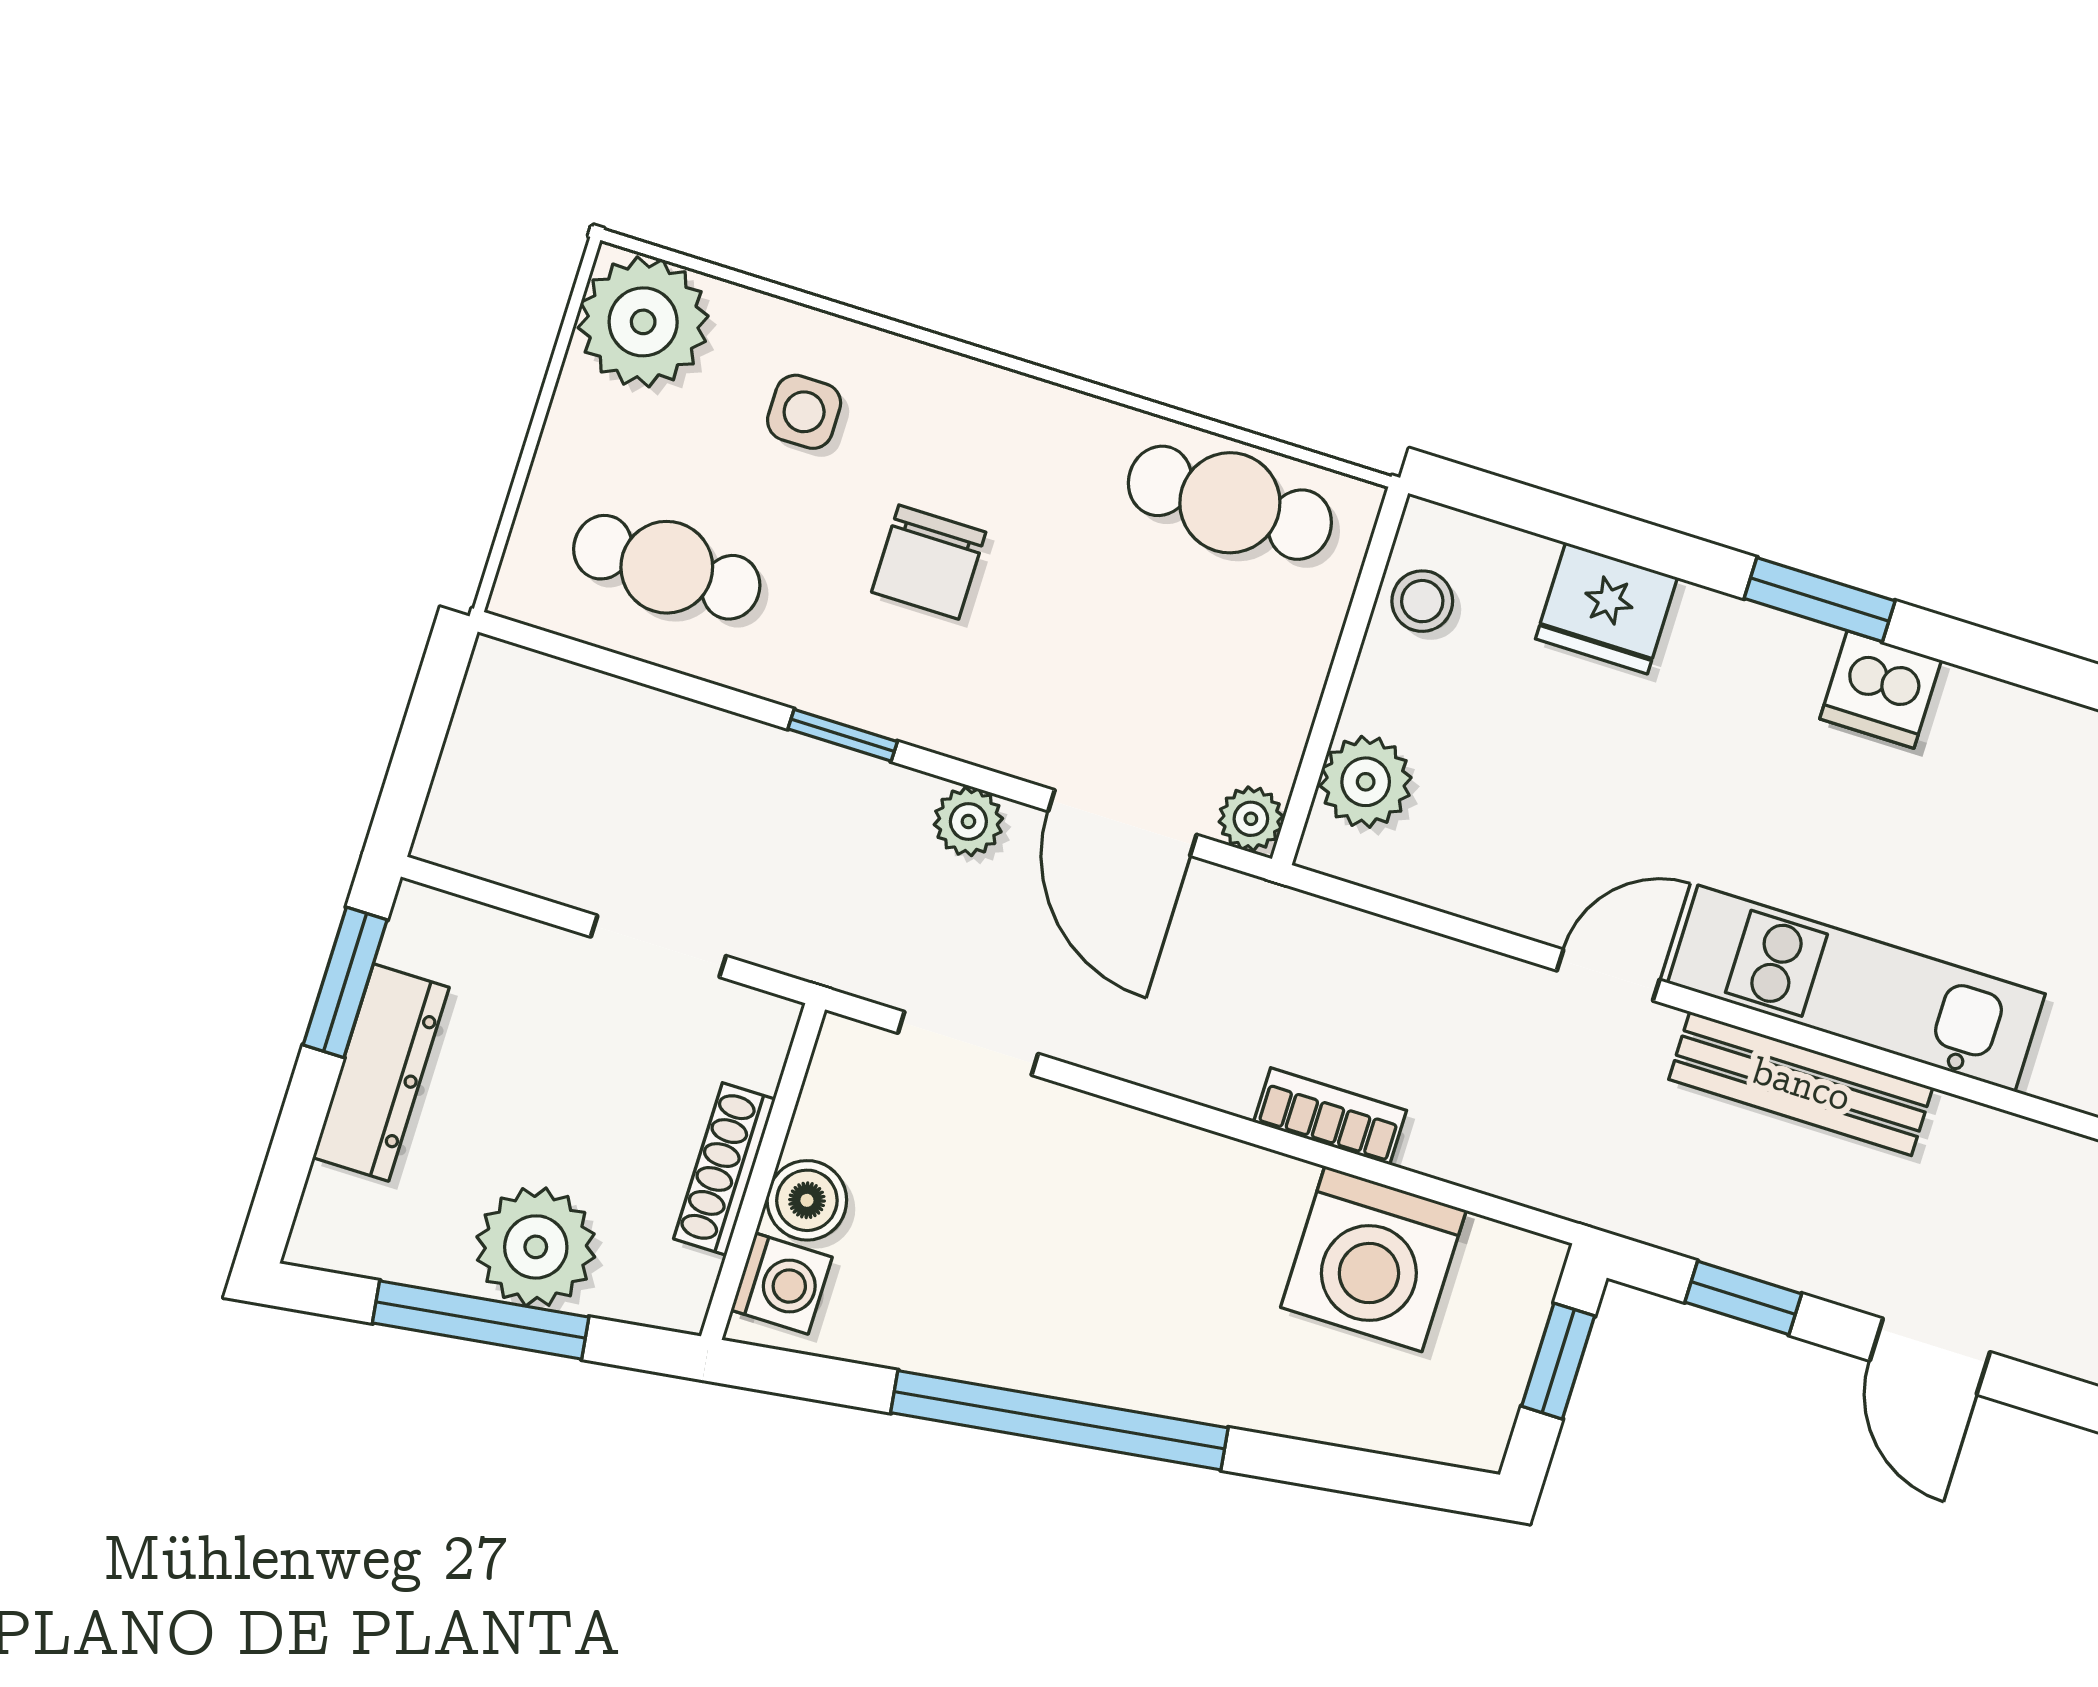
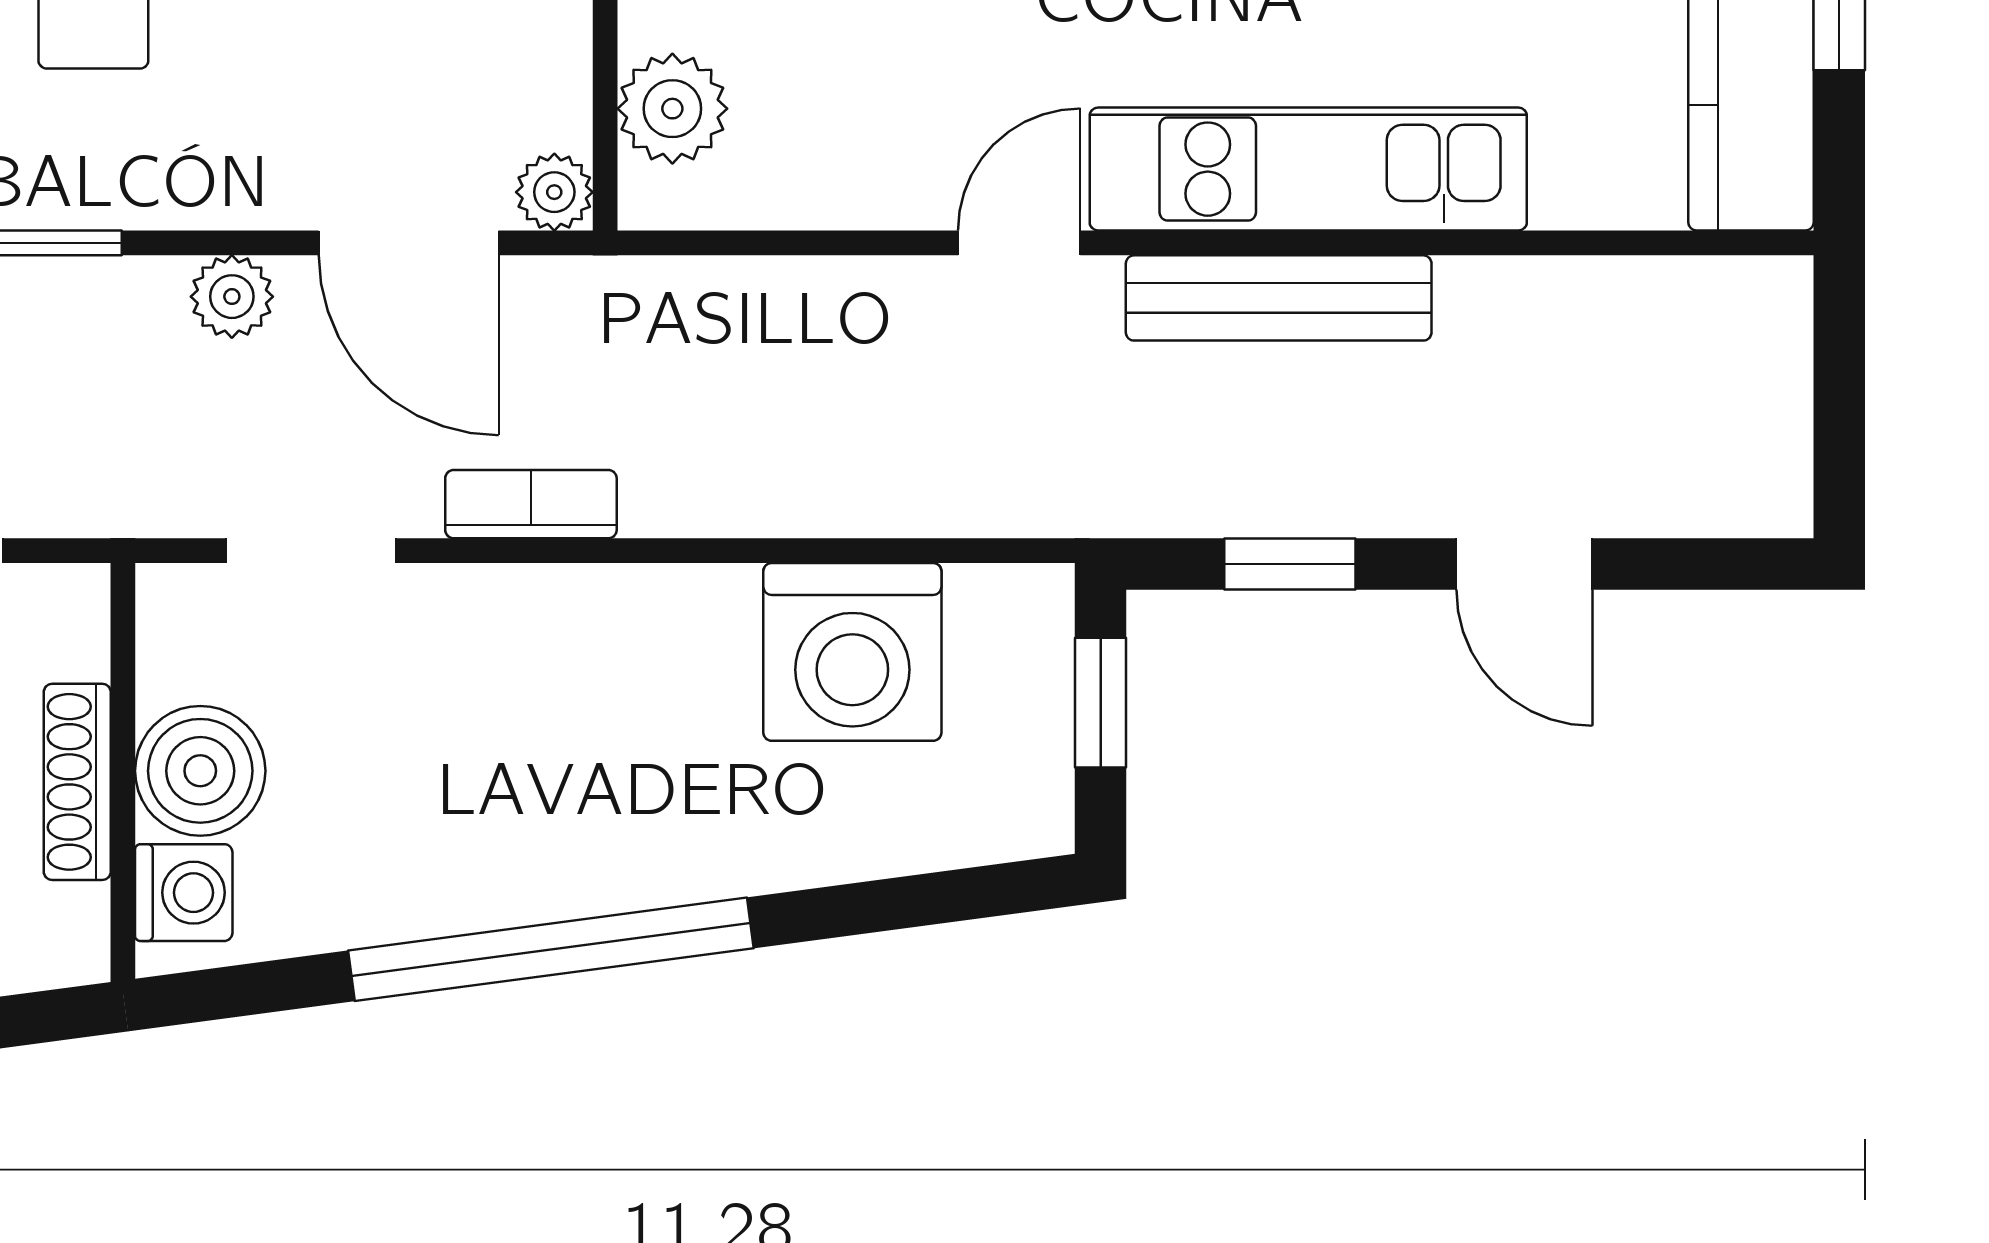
bookcase: (1330, 1116) -> (531, 504), moved
boiler: (807, 1200) -> (200, 771), width x1.36, depth x1.36

